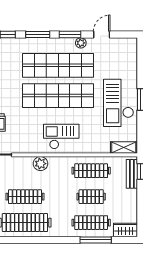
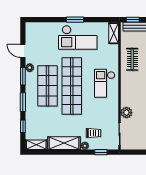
shop shelf: (58, 65) -> (48, 86), width x0.71
plant: (40, 164) -> (126, 113), moved
clothes rail: (91, 171) -> (132, 59), width x0.73

